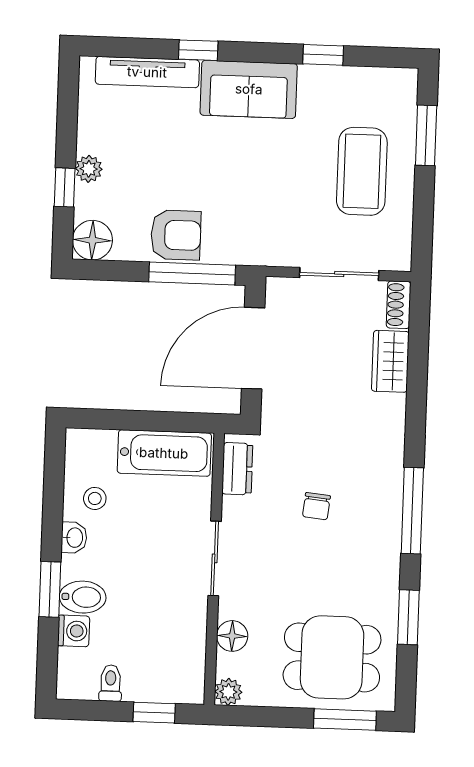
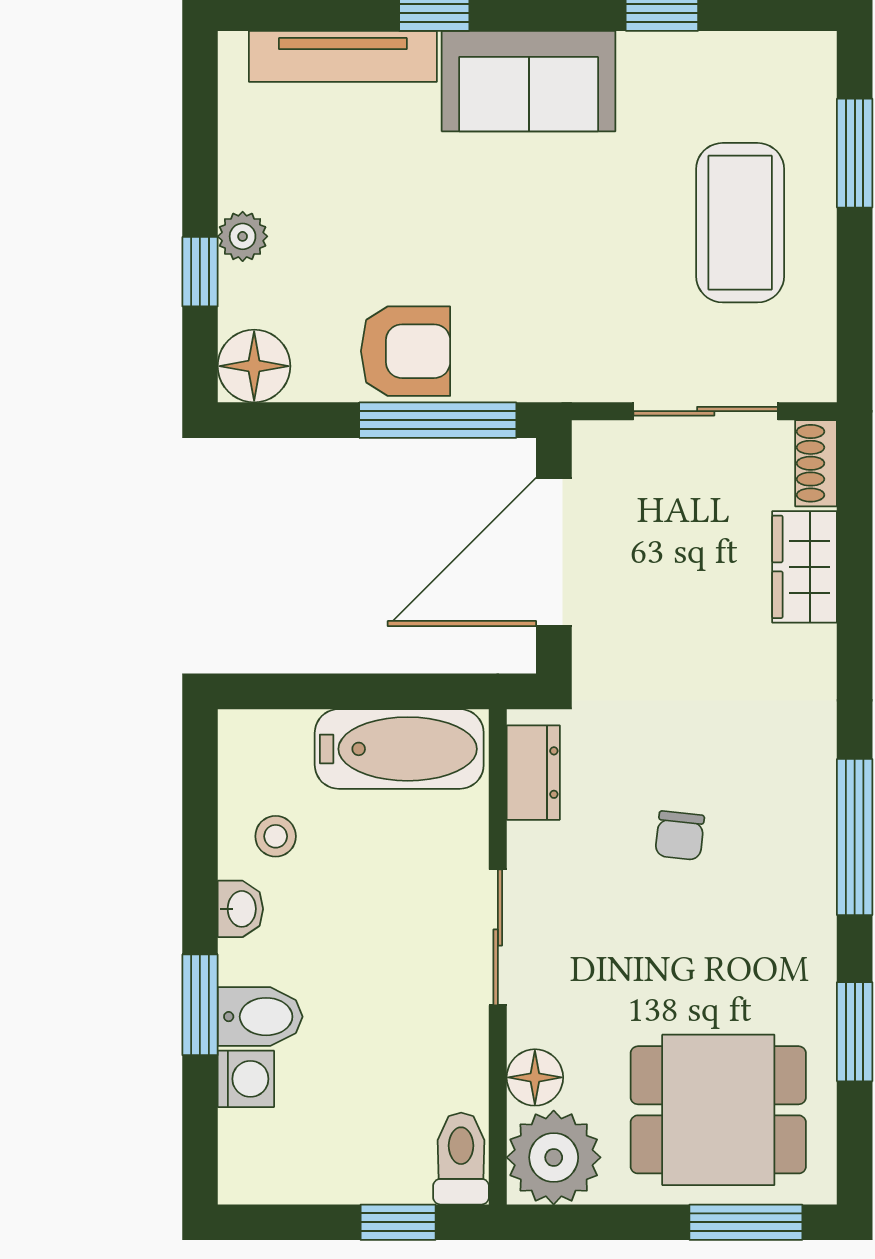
toilet: (111, 683) -> (461, 1159), moved, width x1.37, depth x1.39
plant: (228, 692) -> (554, 1157), width x1.87, depth x1.87

